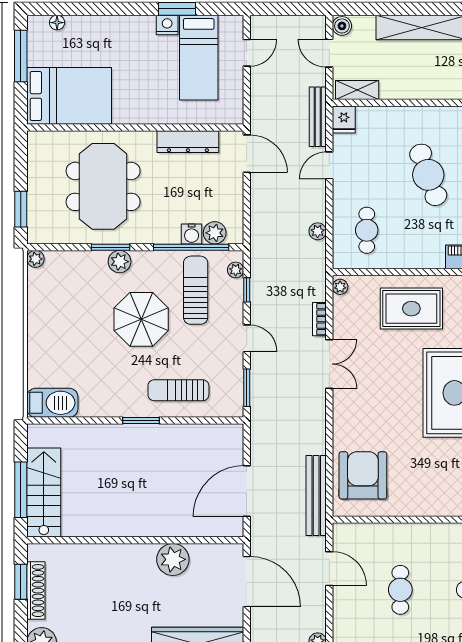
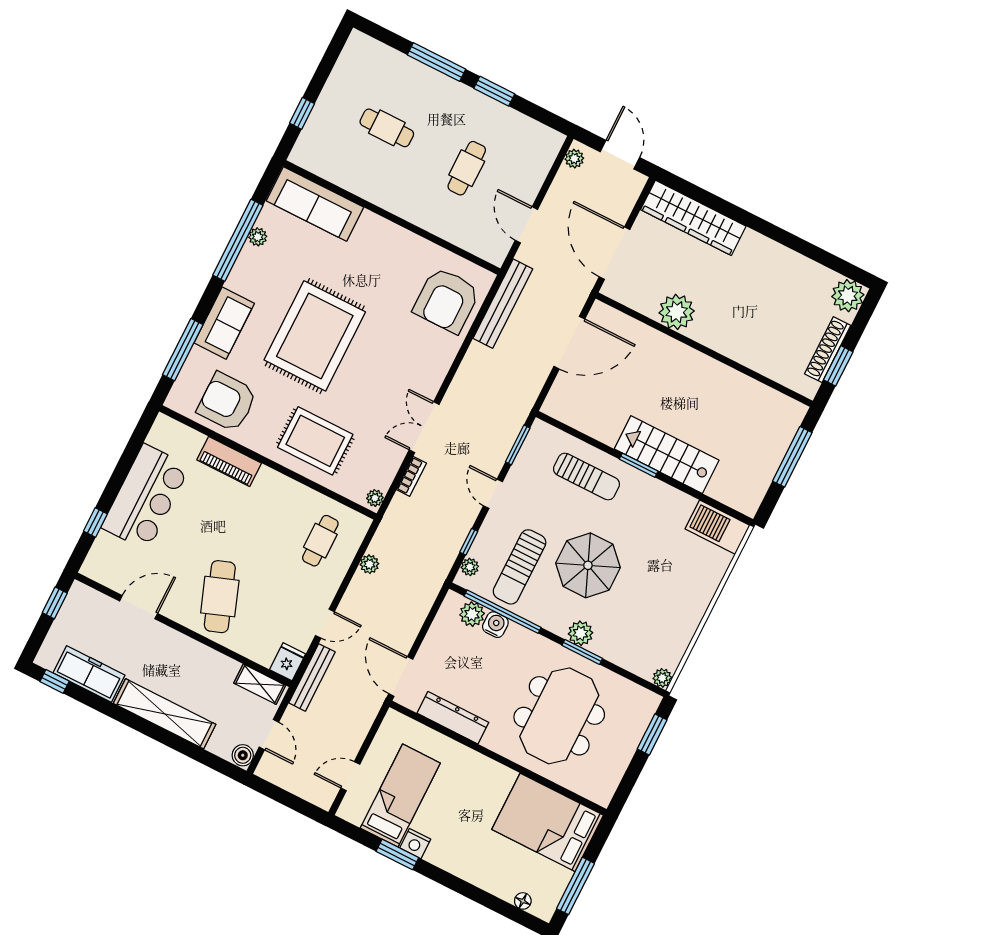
cafe table: (428, 175) -> (220, 597), moved
stairs: (44, 493) -> (667, 455), moved, turned 90

